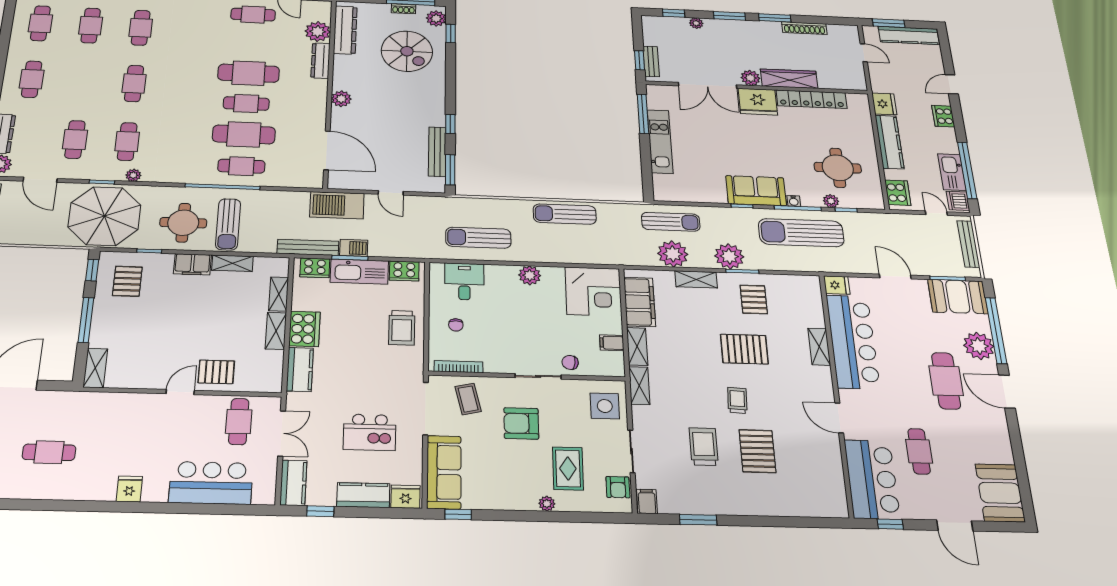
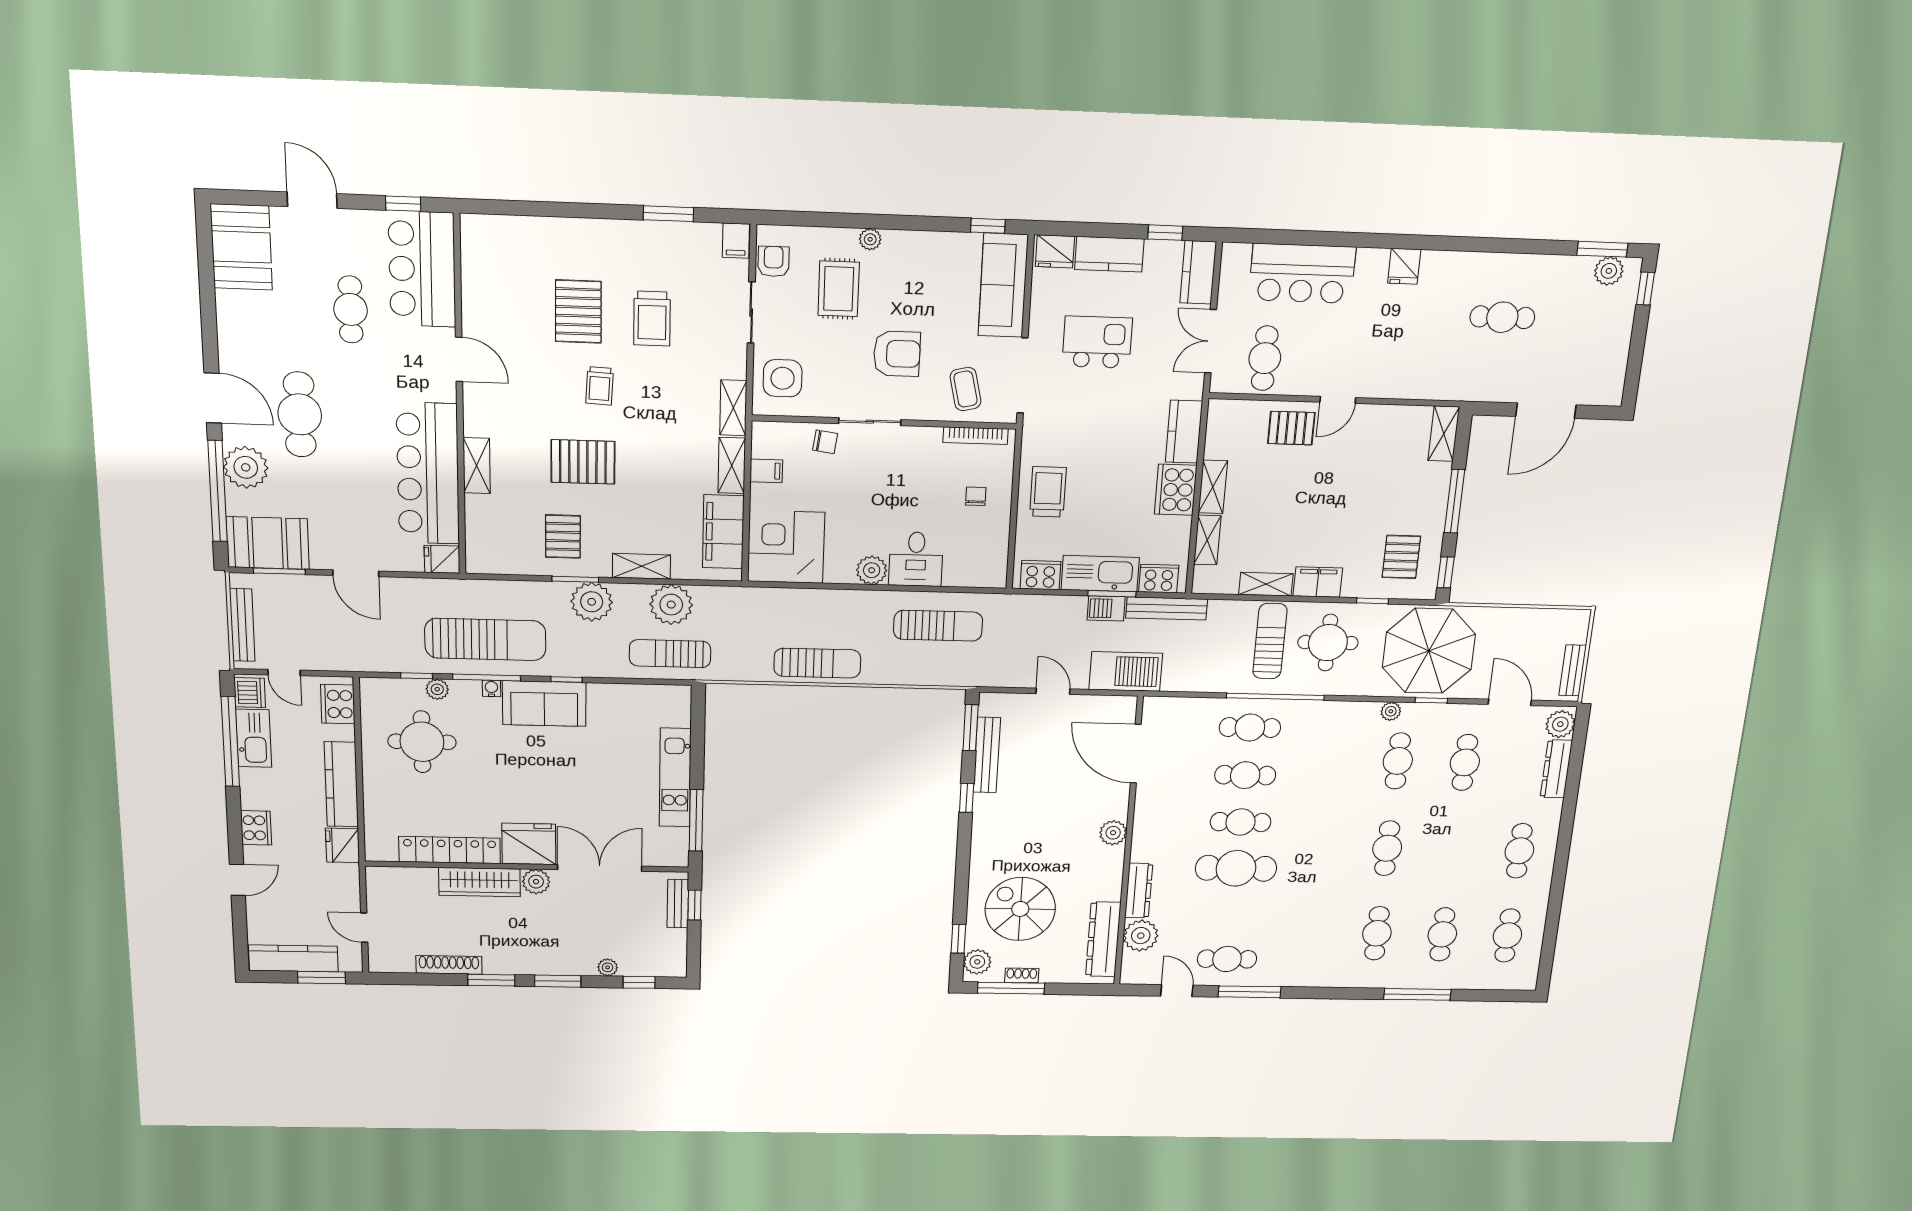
cafe table: (244, 134) -> (1245, 775), width x0.73, depth x0.74
desk: (464, 281) -> (916, 559), moved

